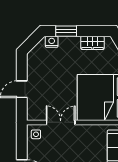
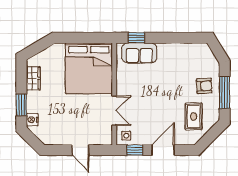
double door: (61, 122) -> (114, 111), swing flipped
window: (22, 143) -> (135, 150), added

